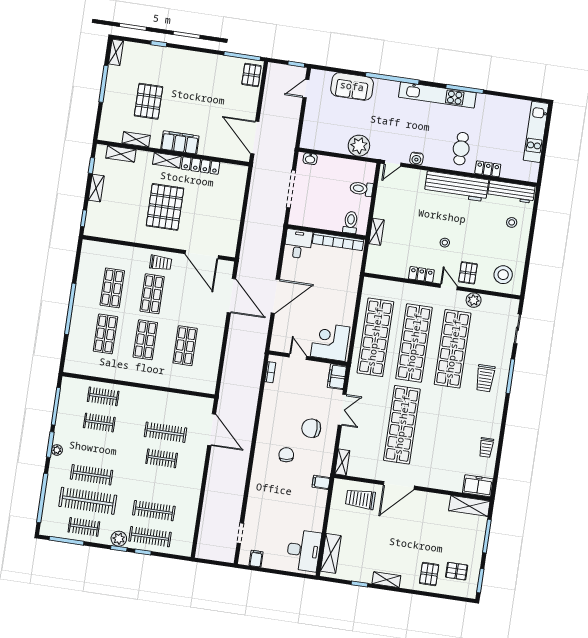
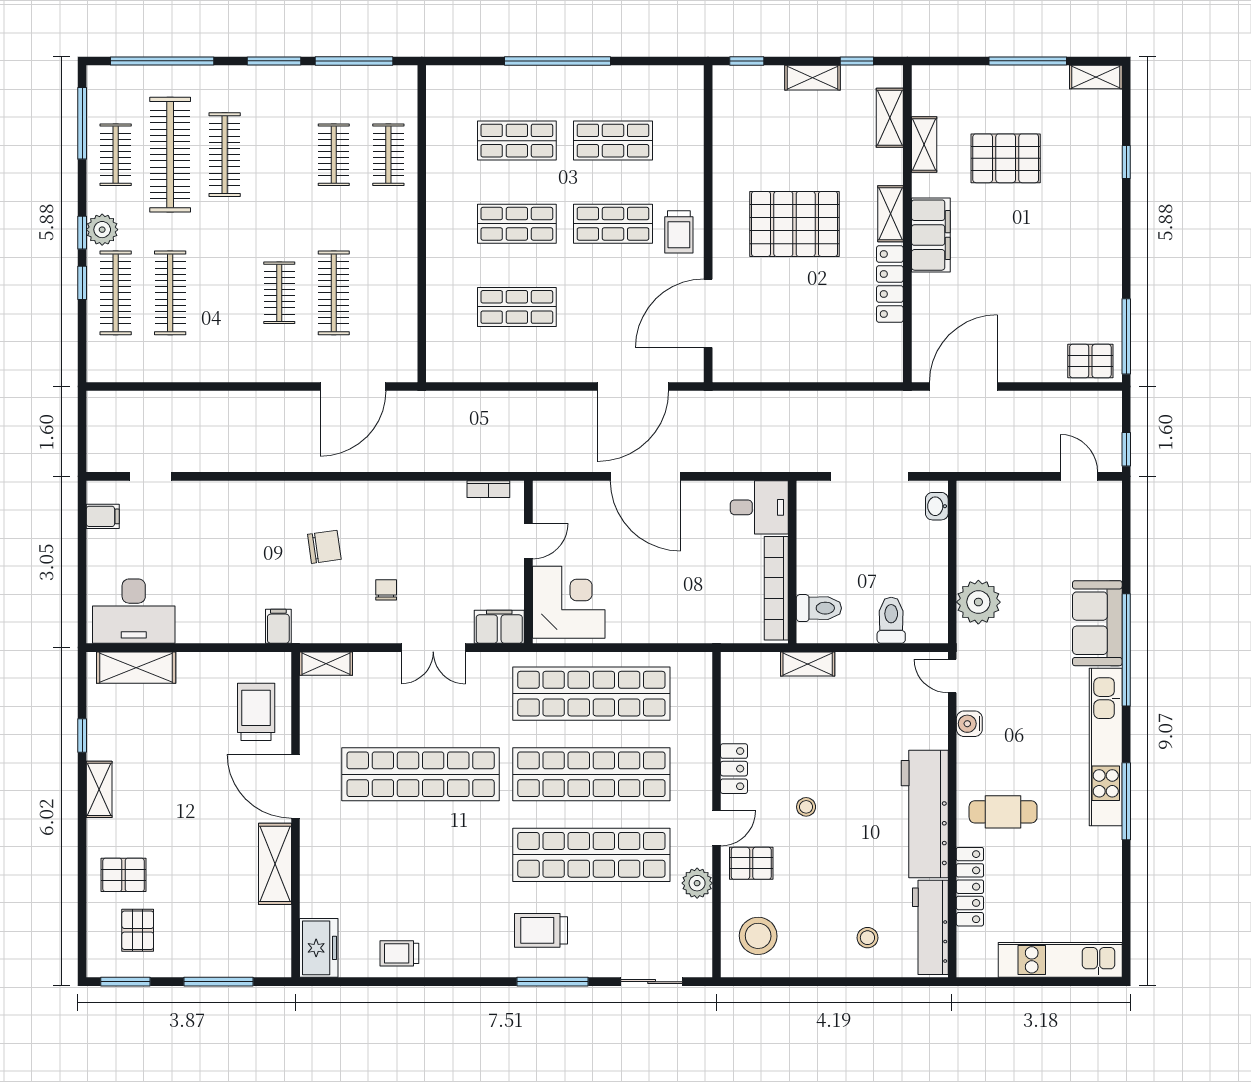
sofa: (352, 86) -> (1097, 623), moved
locker: (488, 169) -> (970, 887), width x1.53
chair: (311, 428) -> (386, 590), width x0.54, depth x0.54
plant: (57, 450) -> (265, 76), removed
shelving: (469, 506) -> (275, 864), moved

